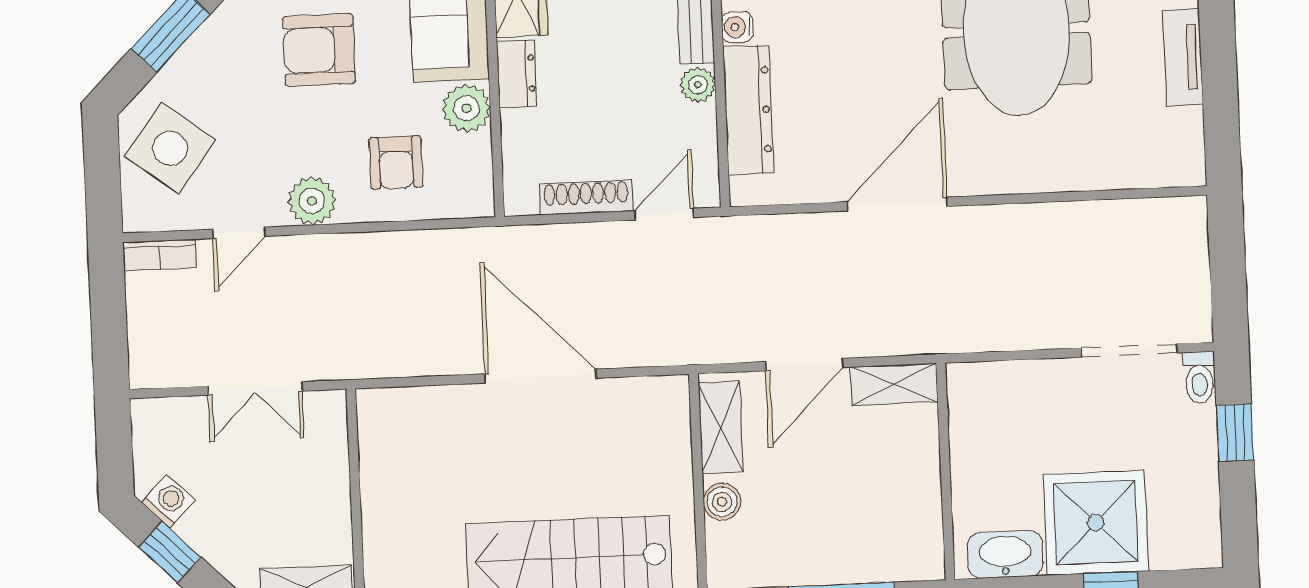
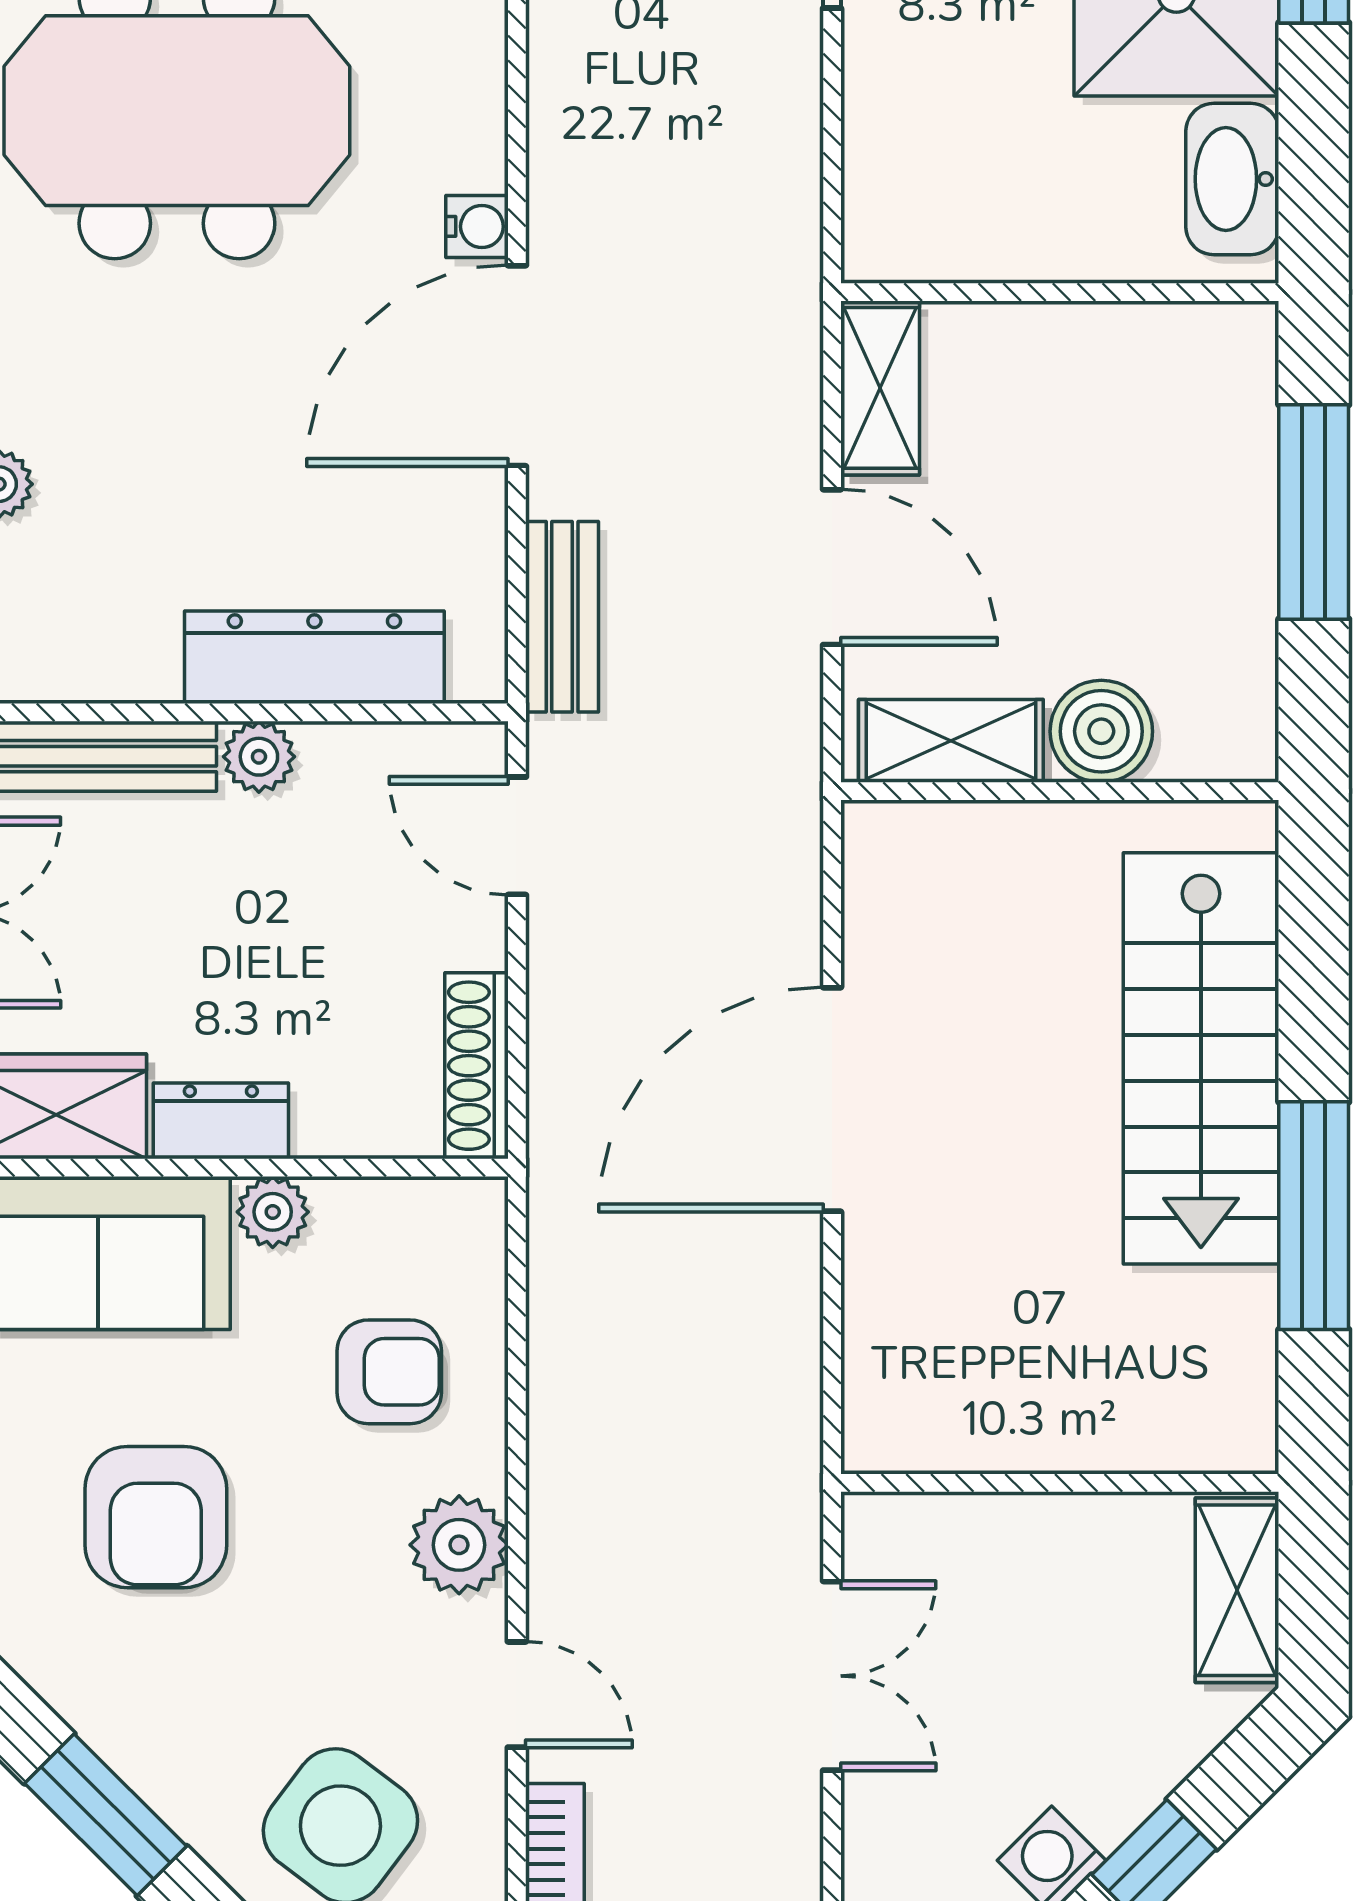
water cooler: (737, 27) -> (477, 226), moved, turned -90
plant: (466, 108) -> (273, 1212), width x0.73, depth x0.73
shoe rack: (586, 198) -> (476, 1066), moved
door: (897, 204) -> (517, 366), hinge flipped
bench: (774, 232) -> (562, 617), added
boiler: (722, 502) -> (1101, 731), width x1.36, depth x1.36

